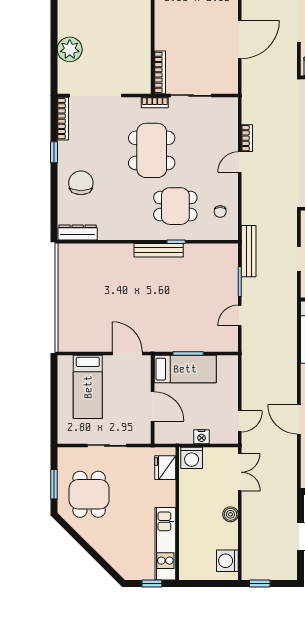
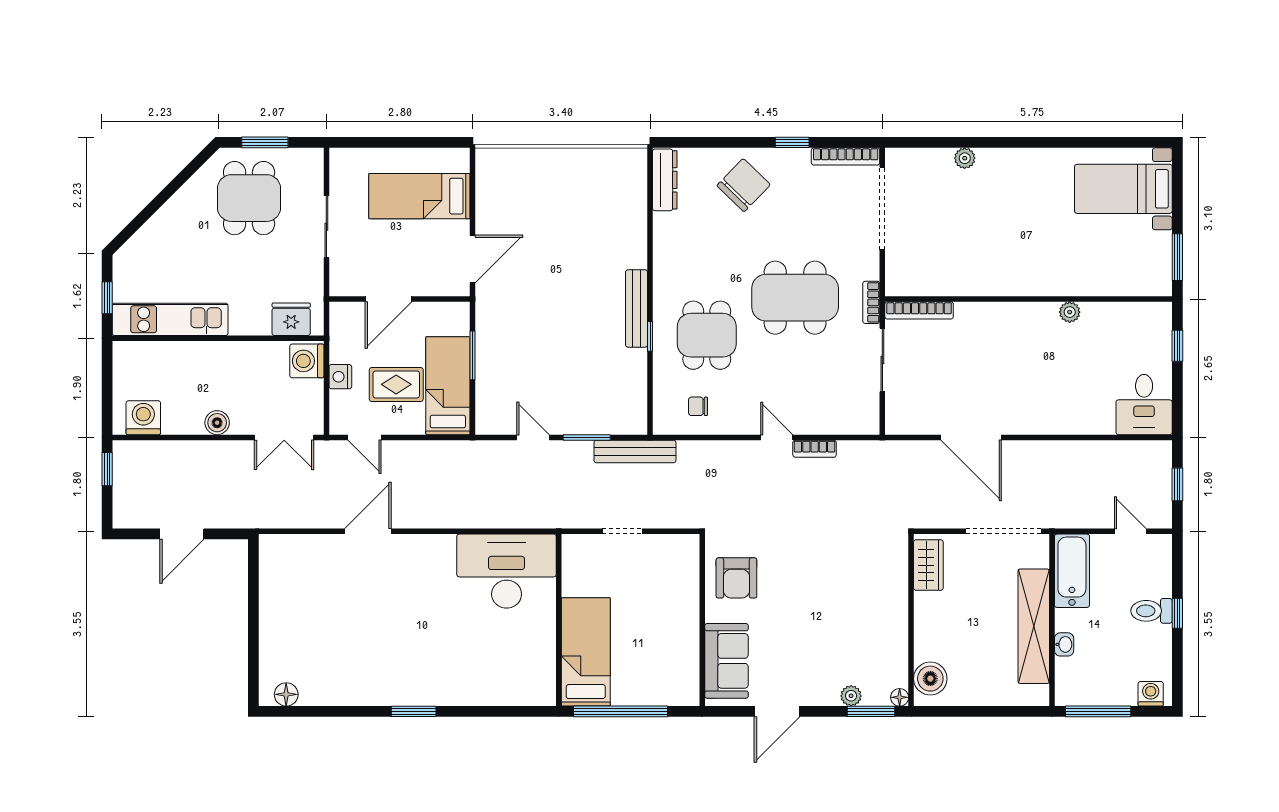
plant: (70, 49) -> (965, 158), width x0.53, depth x0.53
chair: (81, 183) -> (744, 185), turned -46
bed: (185, 369) -> (448, 386), moved, turned 180
rug: (206, 402) -> (396, 384), added
dining table: (89, 494) -> (249, 198), turned 90

